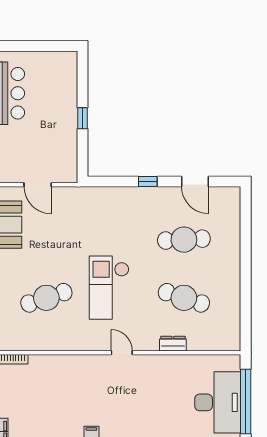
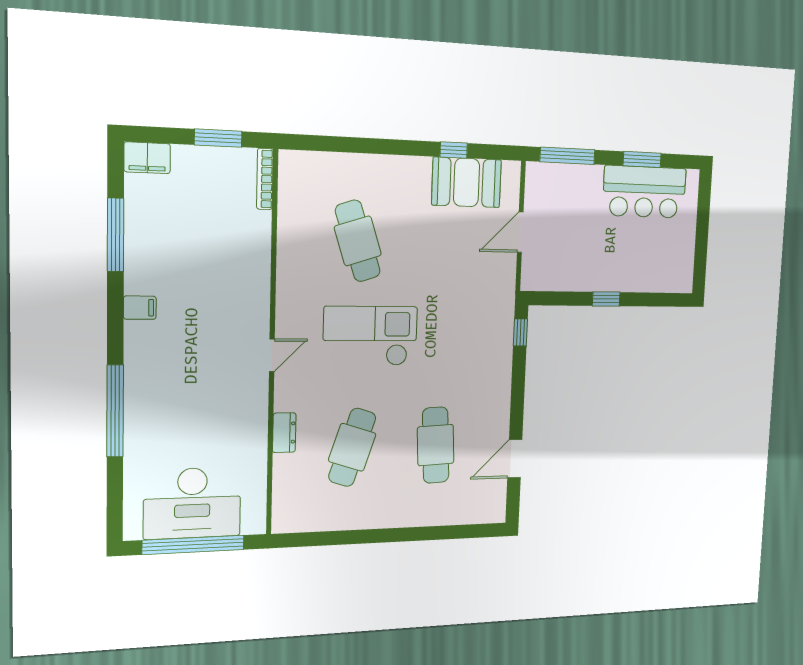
window: (148, 181) -> (520, 332), moved

